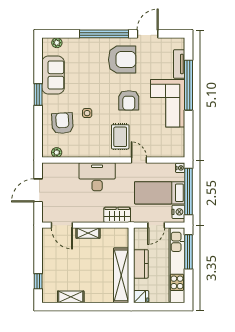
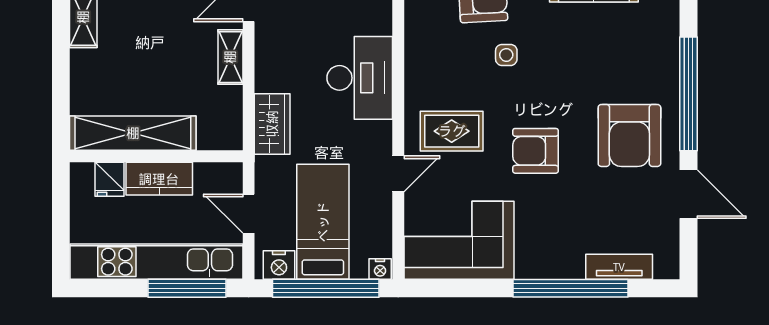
corner sofa: (168, 103) -> (459, 240), moved
fridge: (141, 297) -> (109, 179), moved

